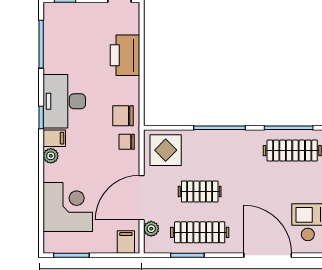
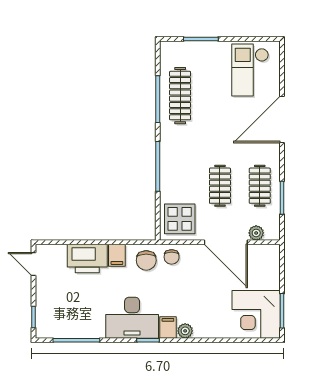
corner desk: (68, 207) -> (256, 314), moved, turned -90
clothes rail: (200, 232) -> (260, 186), width x0.73
filing cabinet: (126, 242) -> (117, 255), moved, turned -90

